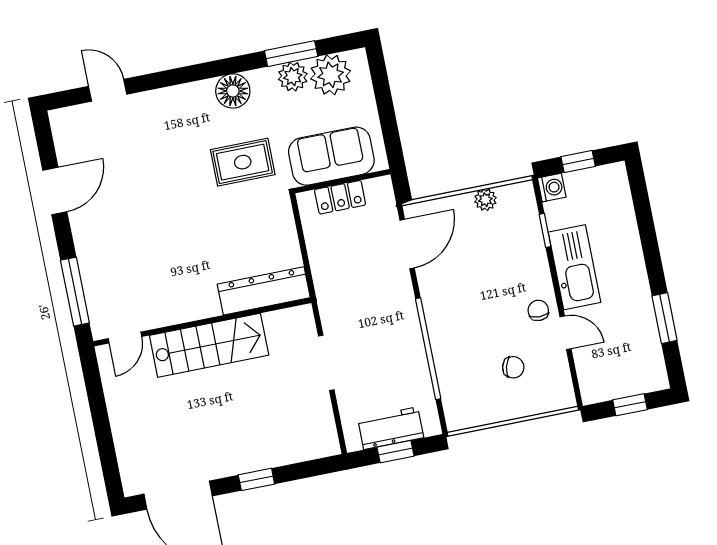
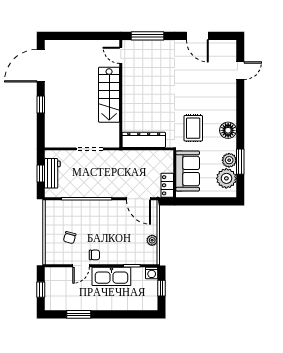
locker: (340, 197) -> (167, 185), moved
dresser: (264, 291) -> (144, 140), moved, turned -90

